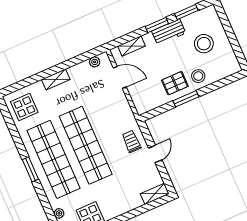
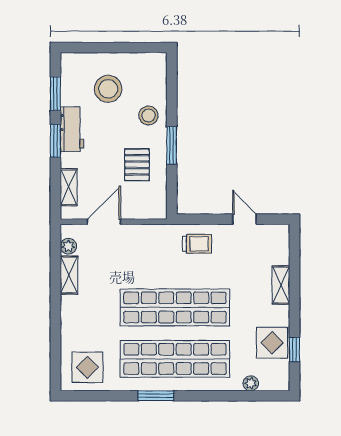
shelving: (56, 79) -> (69, 275), moved
pallet: (175, 83) -> (137, 165), moved
trolley: (131, 142) -> (197, 244), turned 180
door: (155, 154) -> (244, 219), moved
window: (30, 169) -> (156, 396), moved
shelving: (155, 194) -> (281, 285), moved

